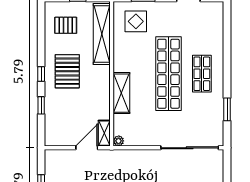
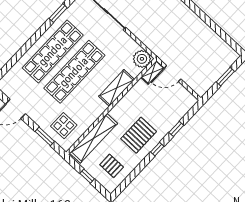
shop shelf: (202, 74) -> (53, 51), width x2.00, depth x1.36
plant: (119, 141) -> (142, 59), width x1.87, depth x1.87

